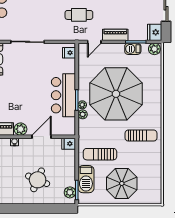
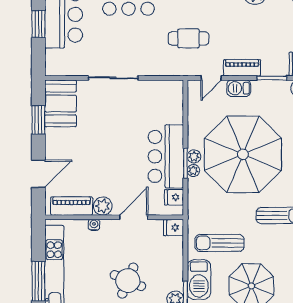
barbecue: (133, 49) -> (239, 88), moved
fridge: (69, 53) -> (174, 197), moved
plant: (83, 114) -> (194, 156), moved

